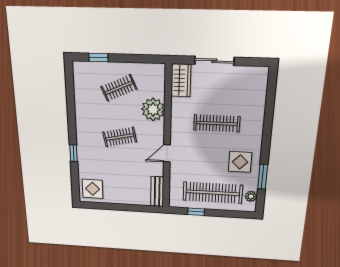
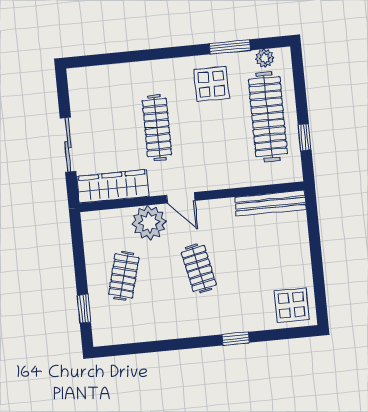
wardrobe: (181, 80) -> (113, 186), width x1.50
clothes rail: (119, 88) -> (124, 276), turned 39
door: (167, 153) -> (181, 198), moved
bench: (157, 191) -> (270, 203), width x1.36

